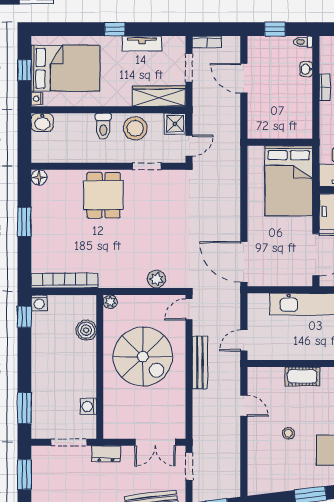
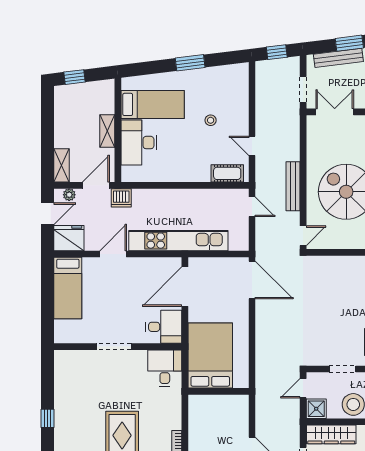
plant: (156, 279) -> (333, 264), removed
door: (244, 340) -> (252, 207), hinge flipped
cot: (302, 376) -> (227, 173), moved

